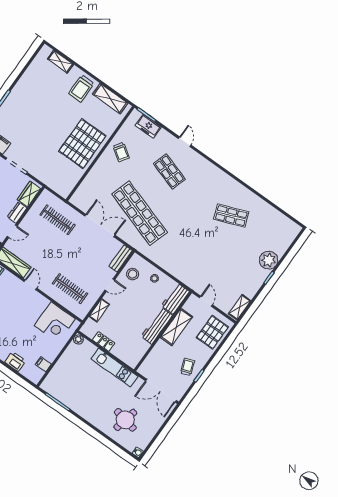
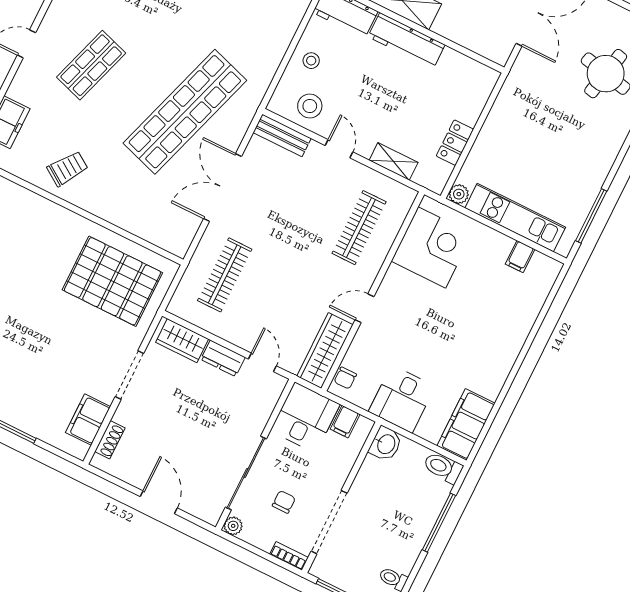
pallet: (82, 144) -> (112, 281), moved
printer: (15, 361) -> (524, 314), removed
kitchen unit: (114, 368) -> (515, 218), moved, turned -90

